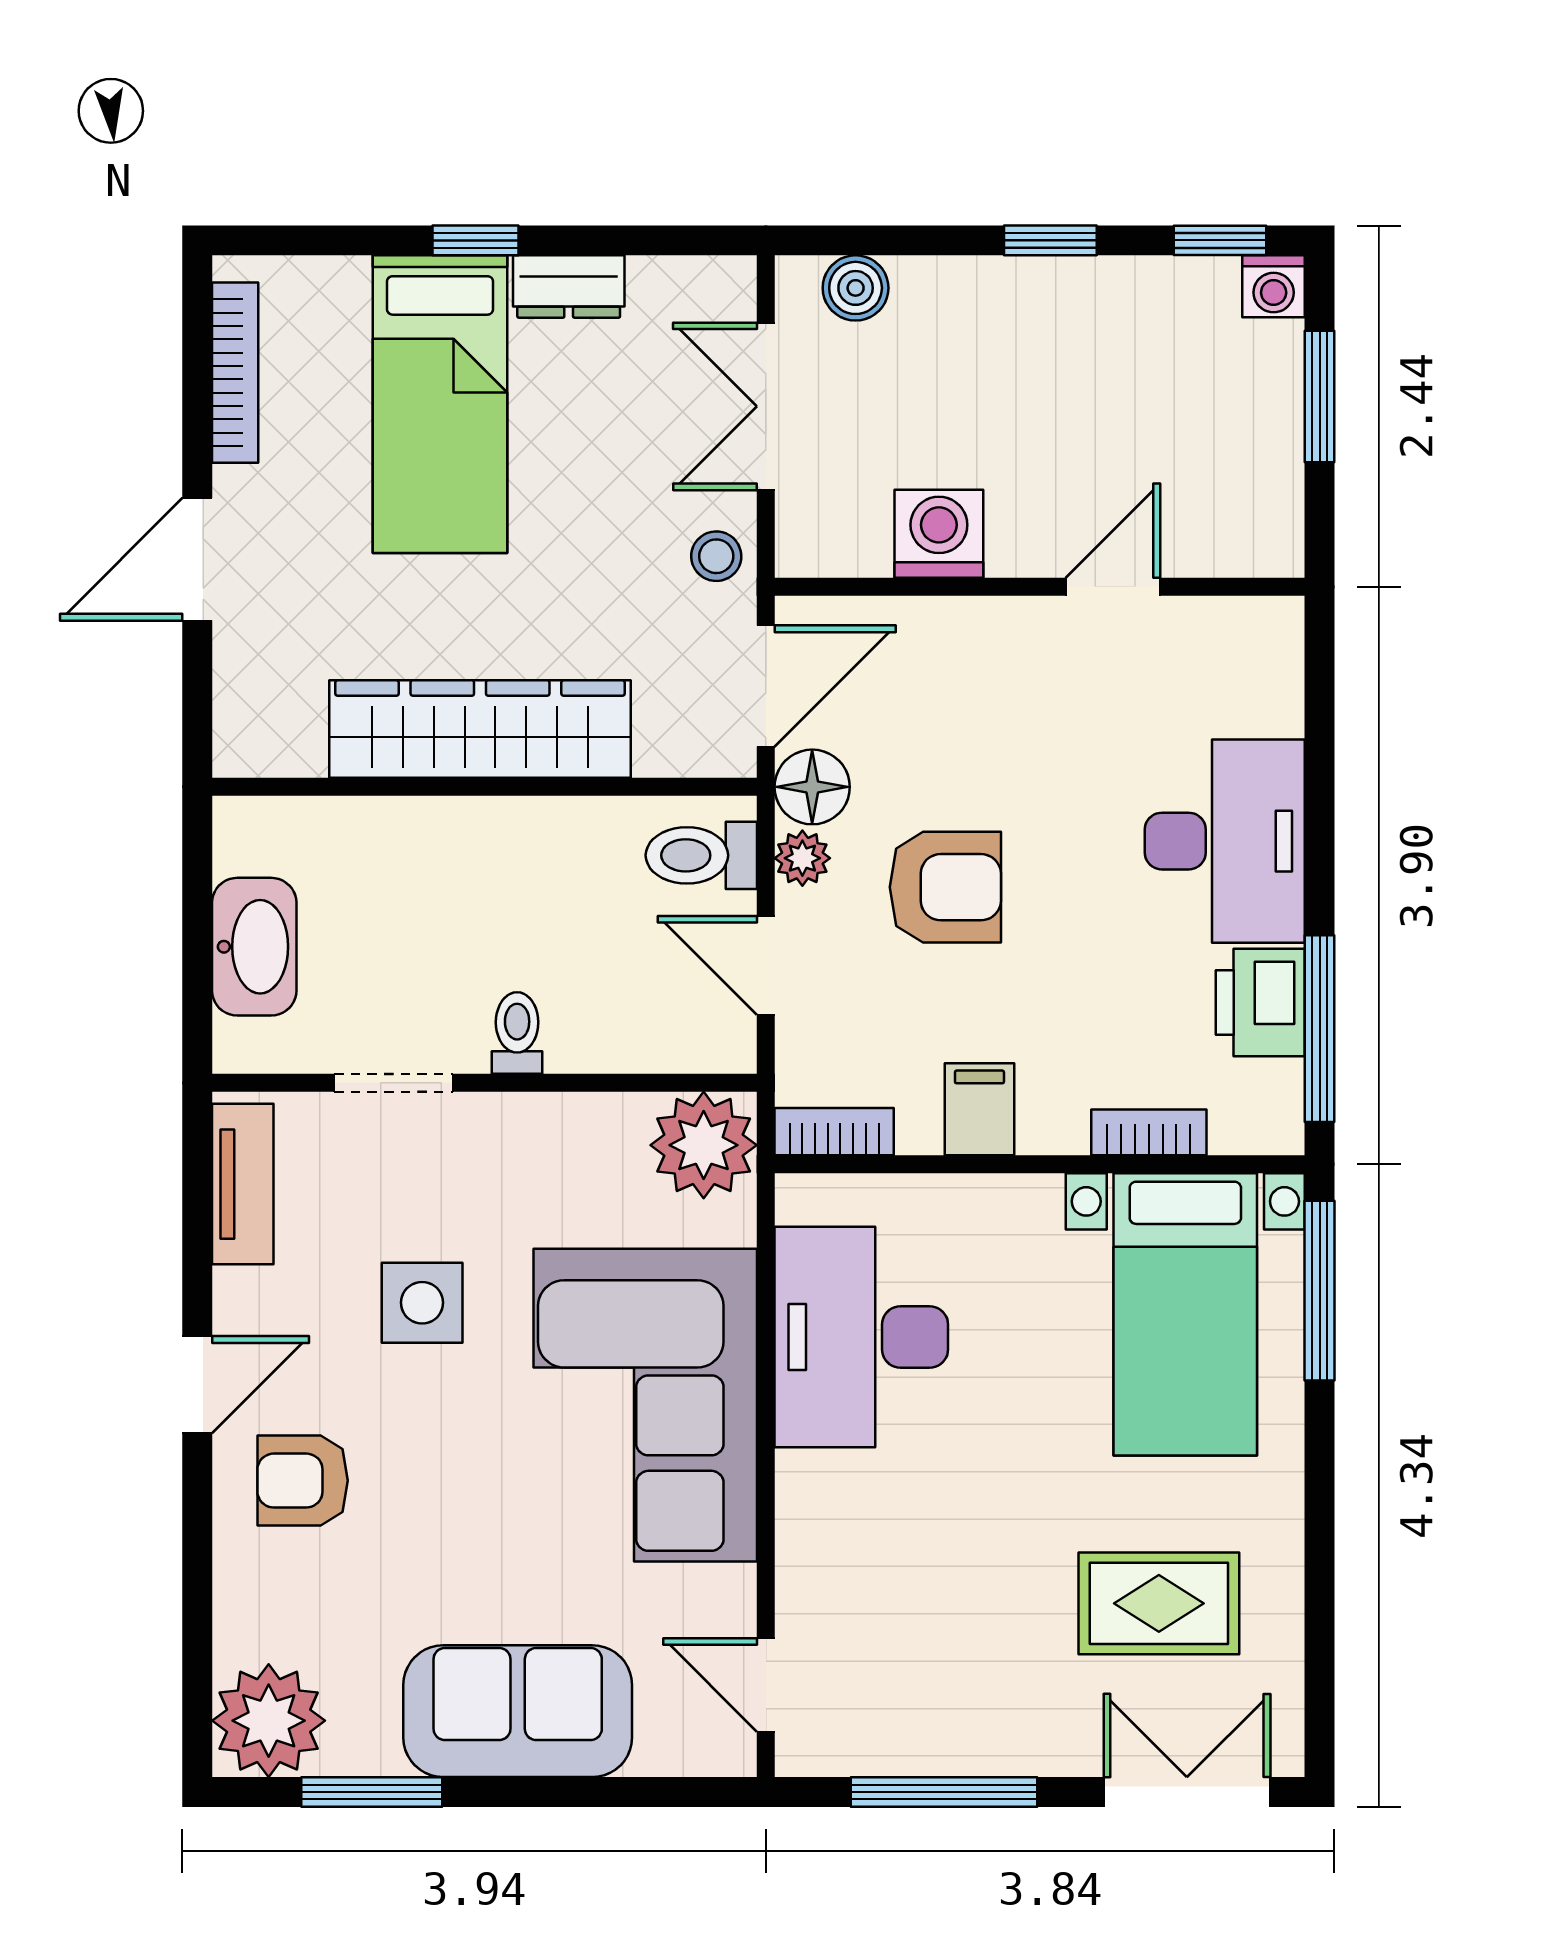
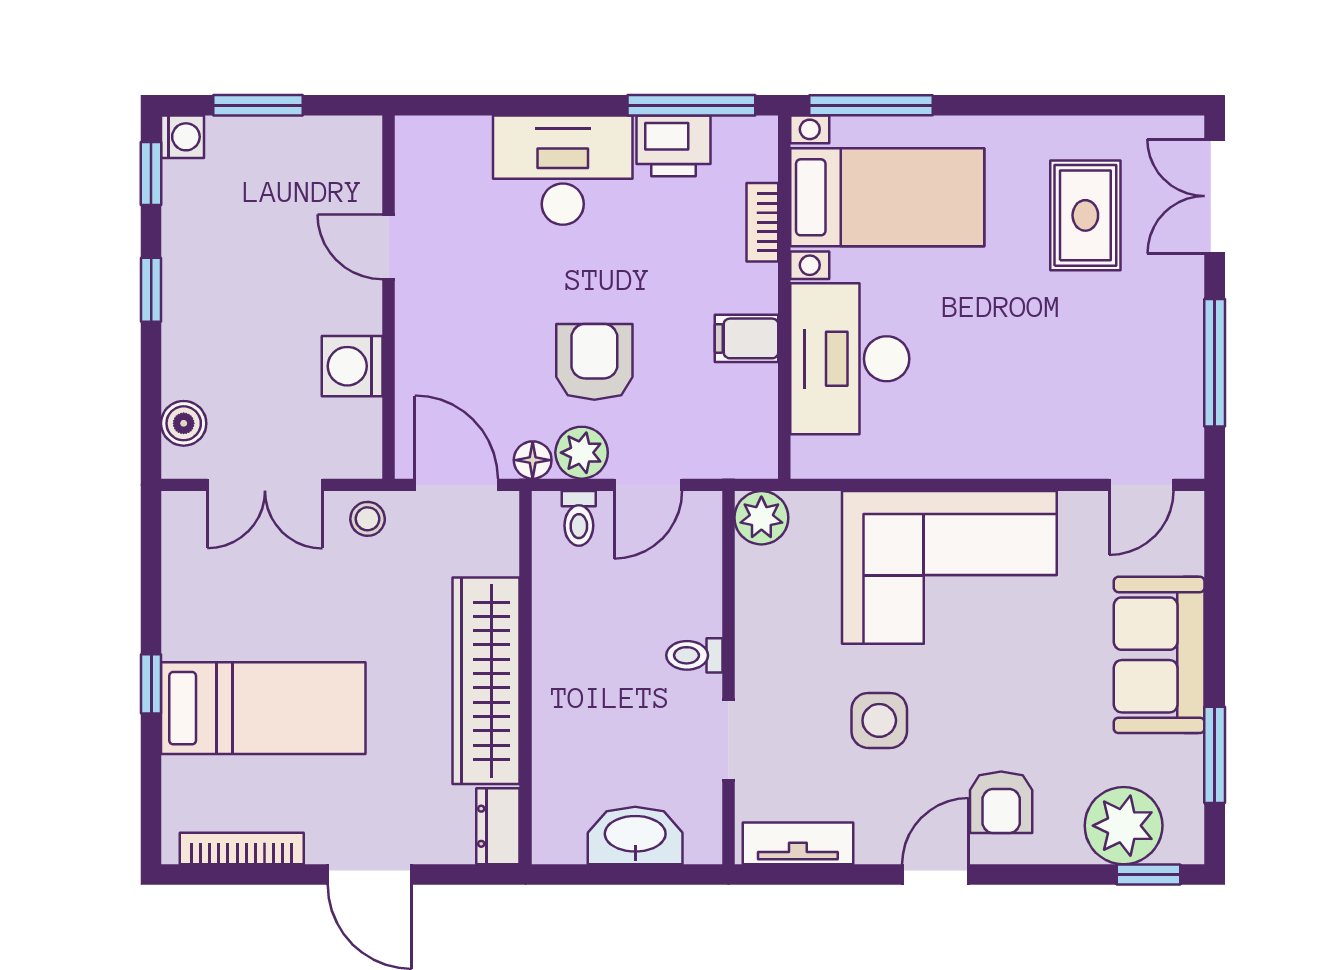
dresser: (569, 286) -> (498, 826), moved, turned 180
floor lamp: (812, 787) -> (533, 460), width x0.73, depth x0.73
toilet: (701, 855) -> (579, 518), width x0.73, depth x0.72
plant: (802, 858) -> (582, 453), width x1.38, depth x1.38
bookcase: (834, 1132) -> (762, 438), removed
plant: (704, 1145) -> (761, 518), width x0.73, depth x0.73
desk: (861, 1337) -> (850, 359), moved, turned 90
door: (197, 1385) -> (935, 875), hinge flipped
window: (197, 1696) -> (1148, 875), added
plant: (269, 1721) -> (1124, 826), moved

